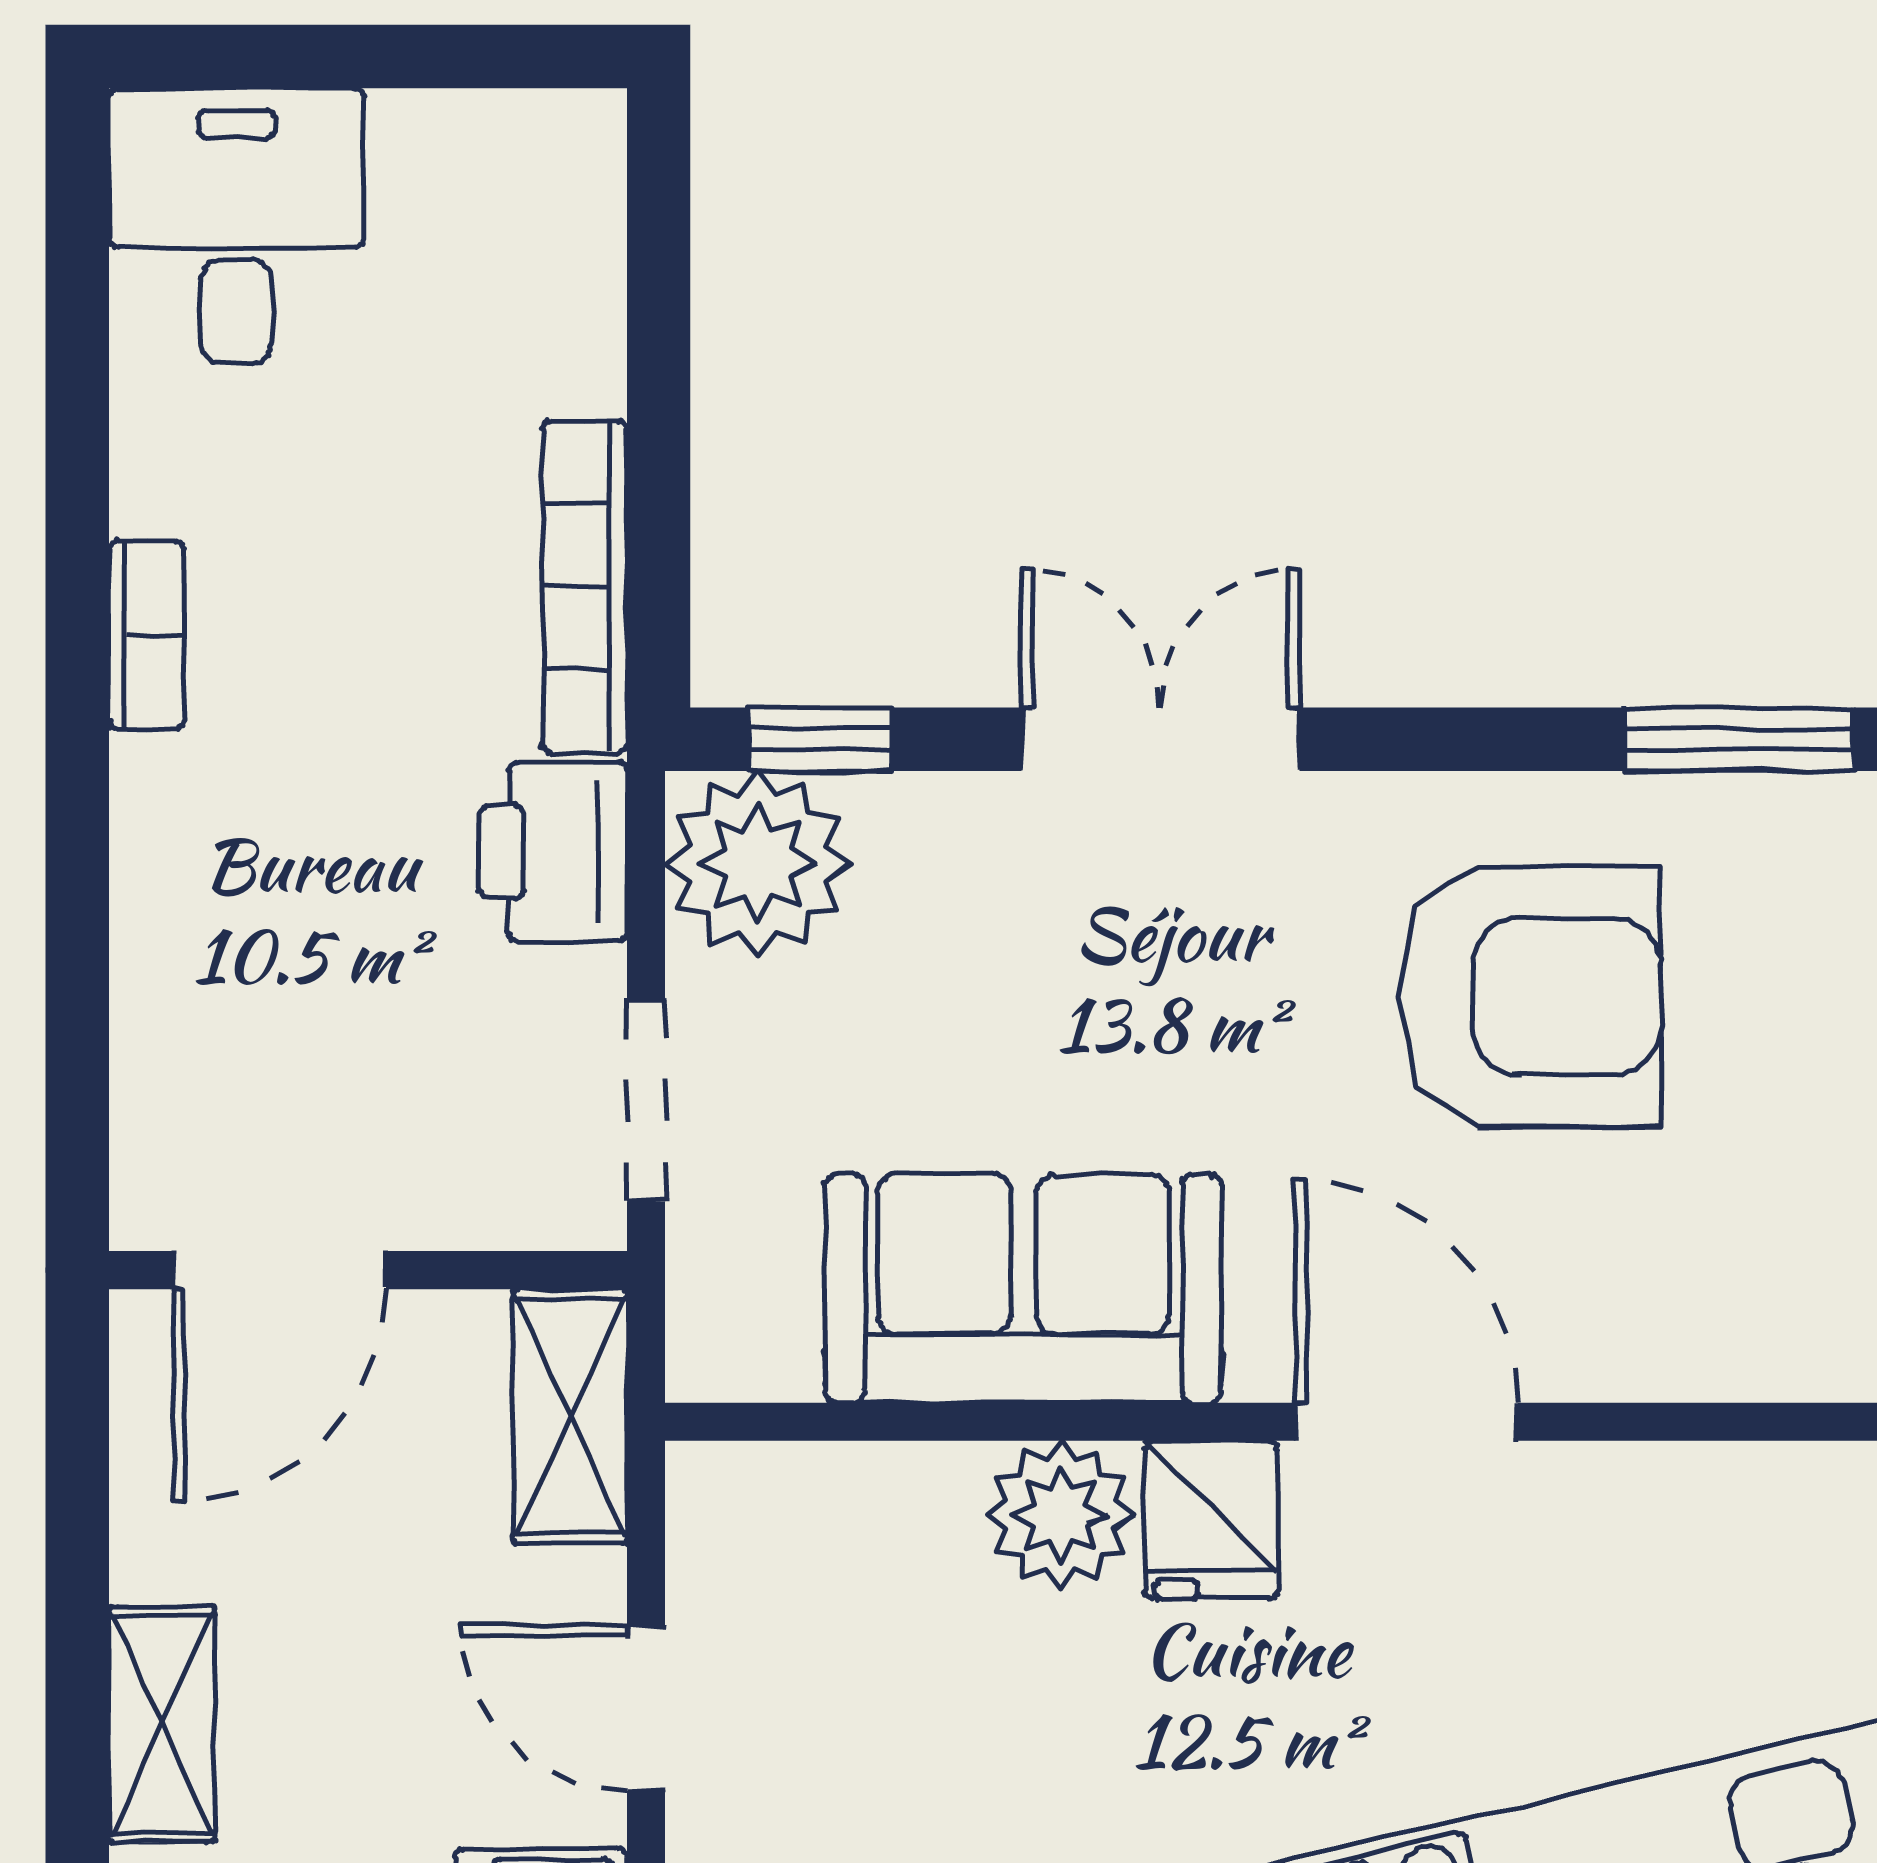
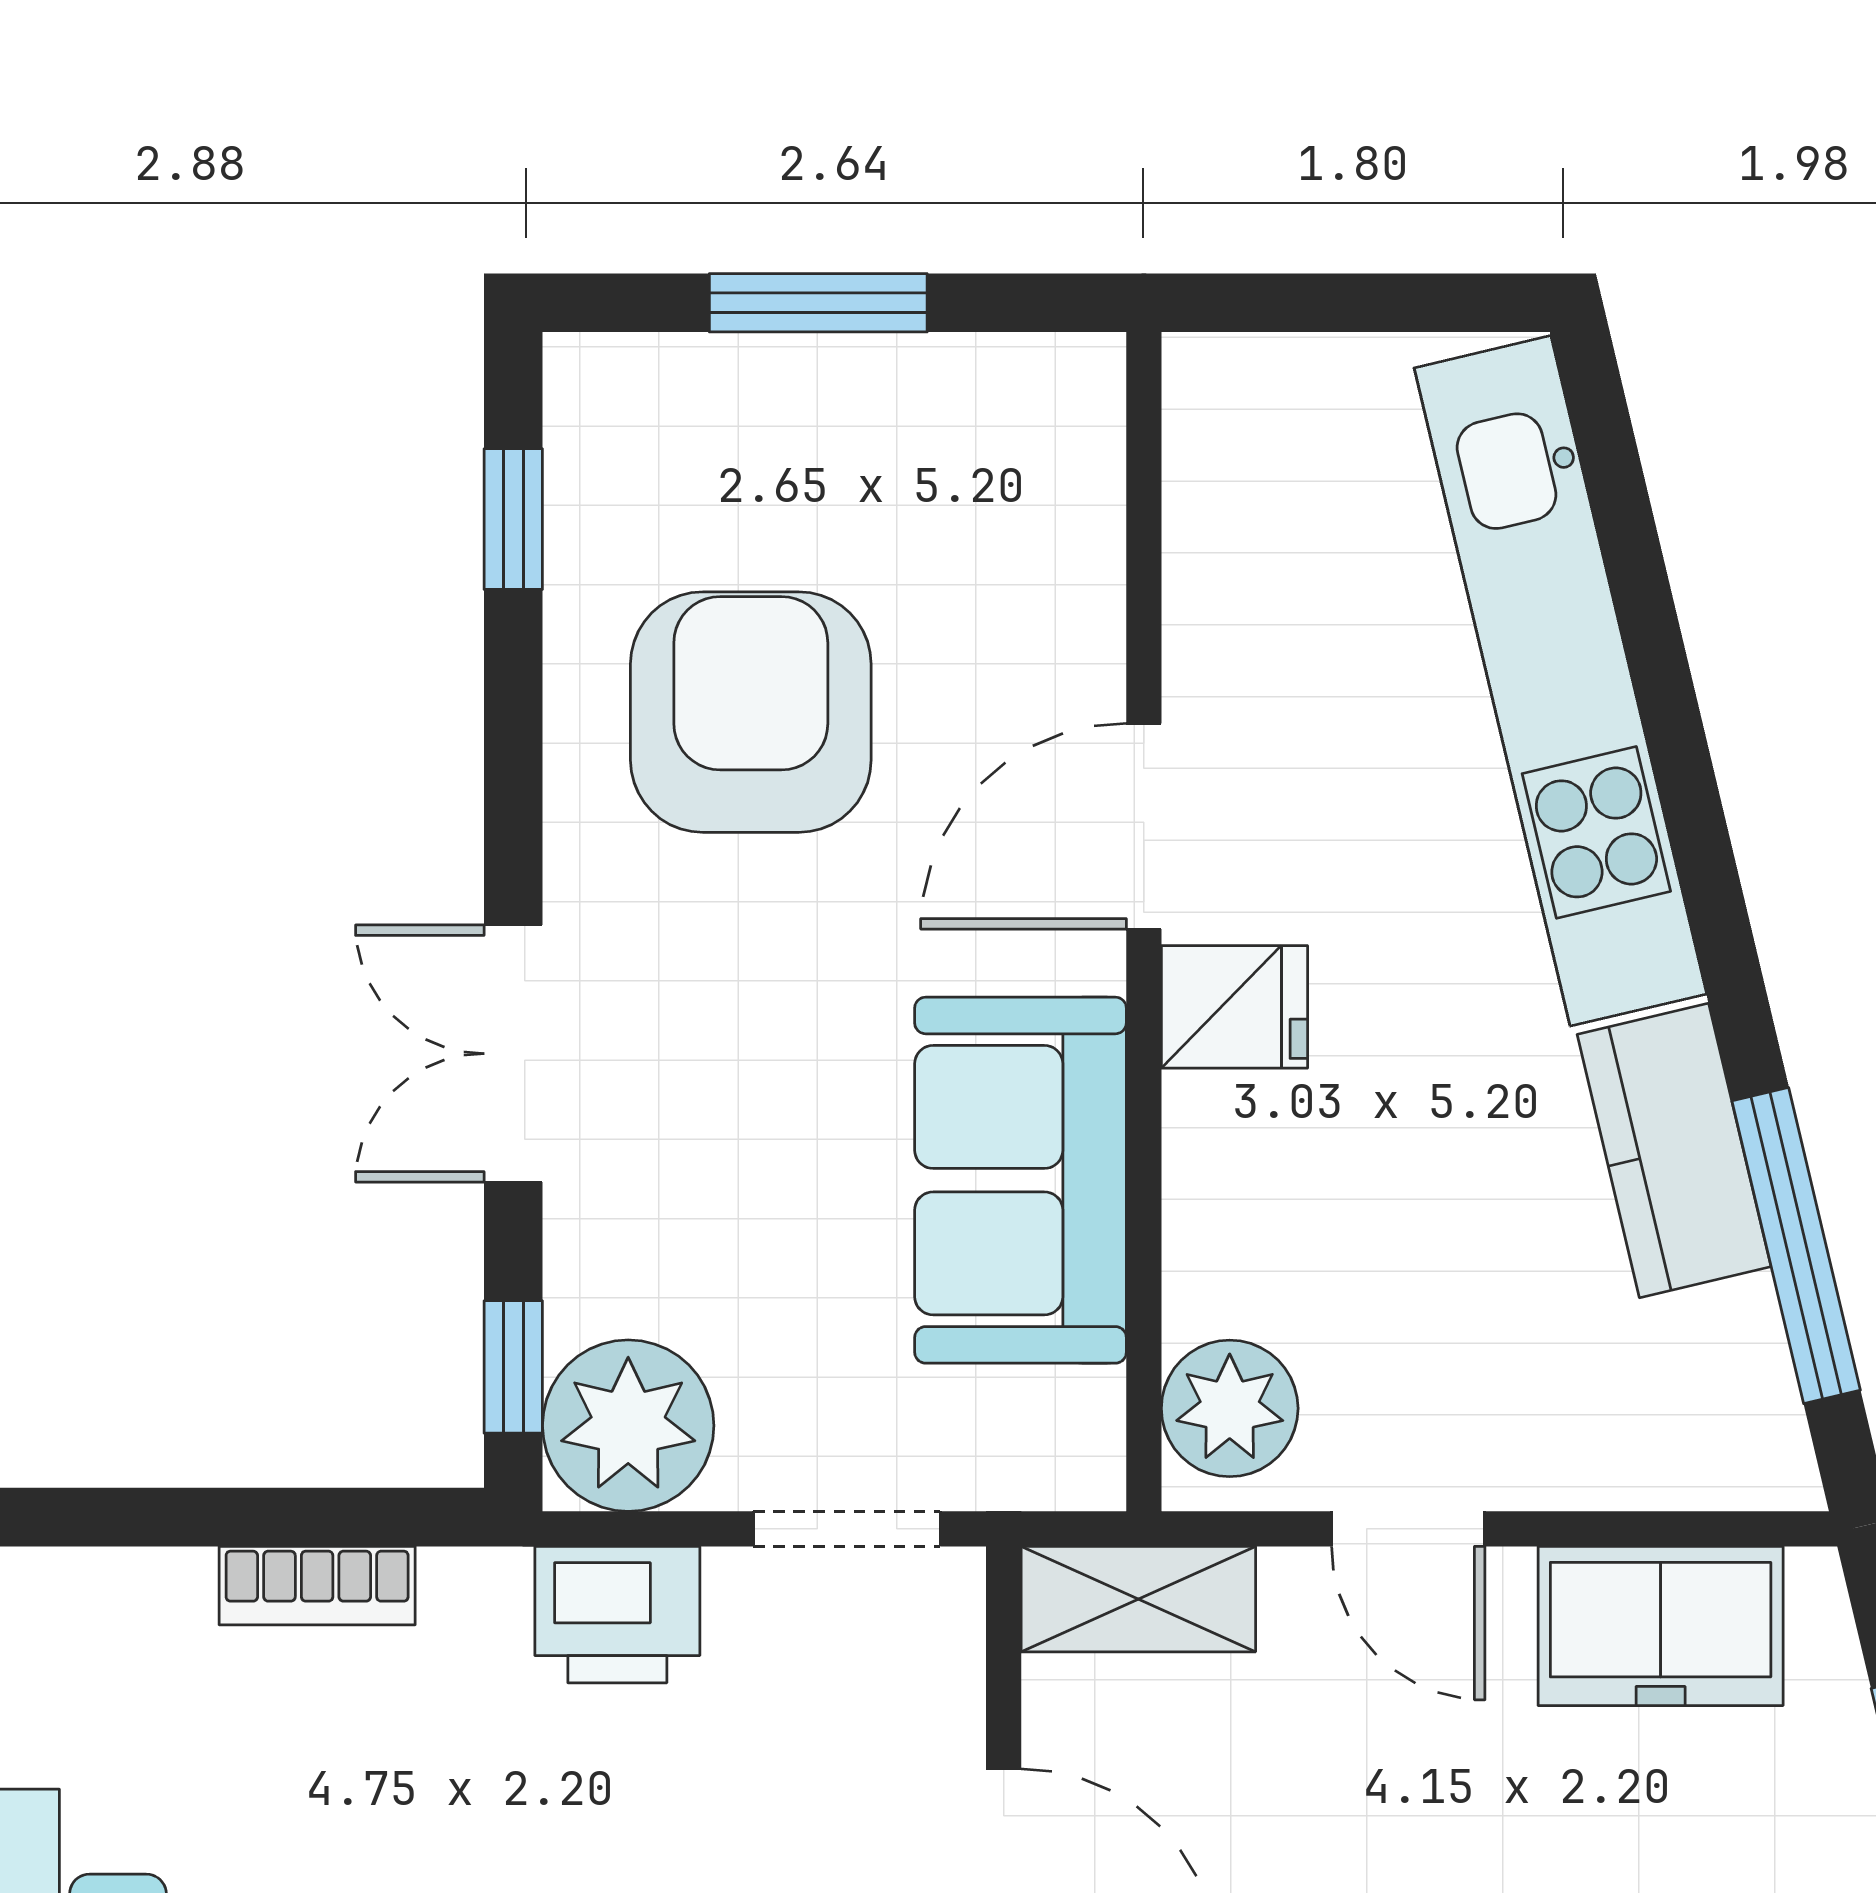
bookcase: (585, 587) -> (317, 1586), width x0.64
window: (1739, 739) -> (513, 519), width x0.67
plant: (1061, 1515) -> (1230, 1408), moved
door: (646, 1708) -> (1408, 1529), hinge flipped

